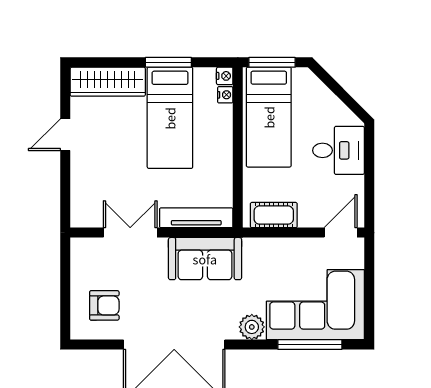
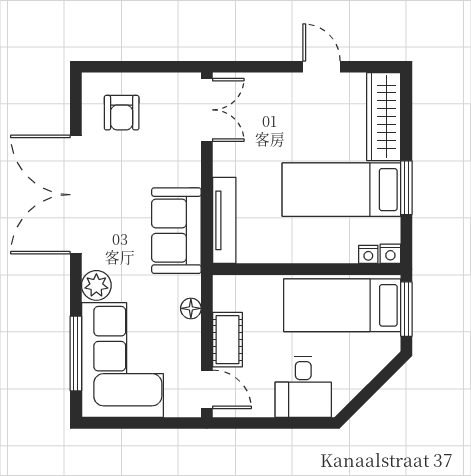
cot: (274, 215) -> (227, 340), moved
double door: (130, 233) -> (207, 110), moved
floor lamp: (271, 246) -> (191, 308), added

